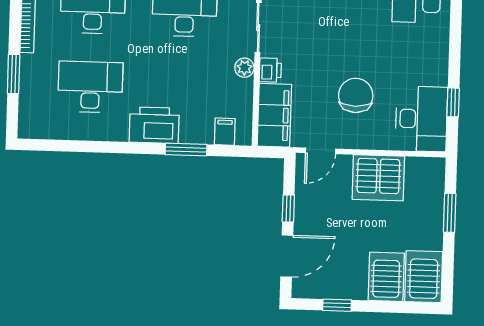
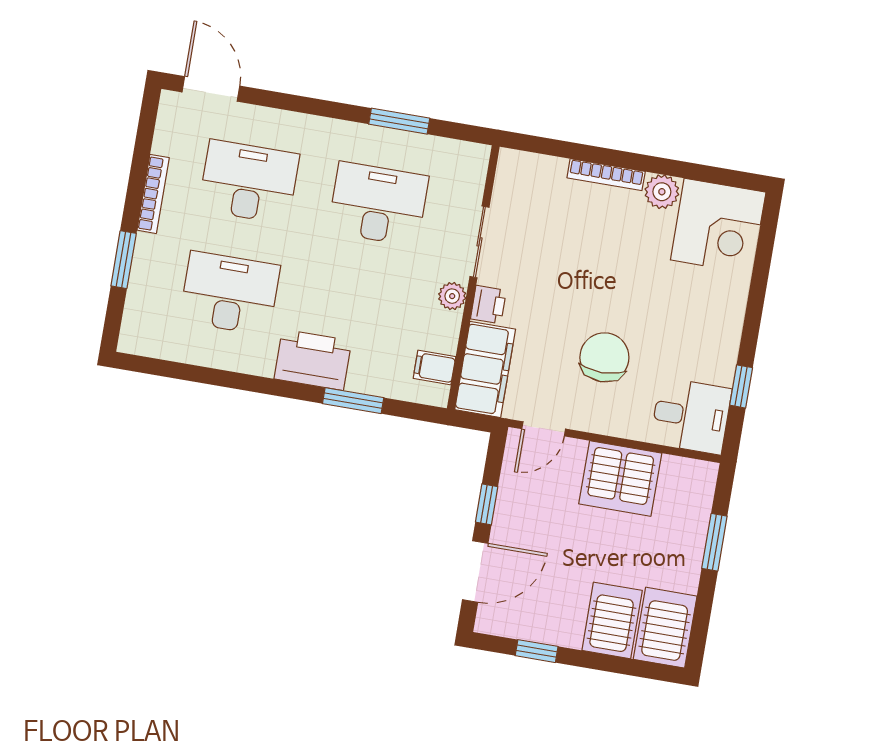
desk: (421, 119) -> (691, 416), width x0.73
filing cabinet: (225, 132) -> (434, 368), moved, turned -90

